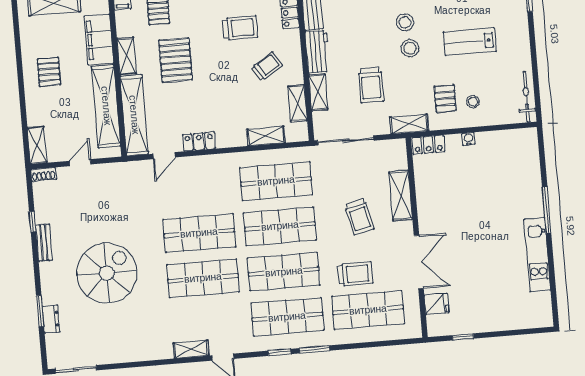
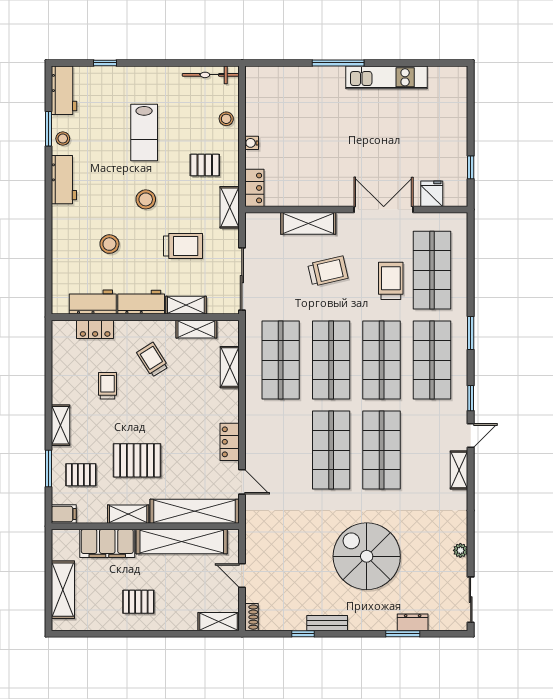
stool: (405, 22) -> (109, 244), moved
trolley: (240, 28) -> (108, 386), width x0.73, depth x0.72
stool: (473, 102) -> (226, 119), moved
window: (280, 352) -> (471, 398), moved
plant: (119, 357) -> (460, 550), added

